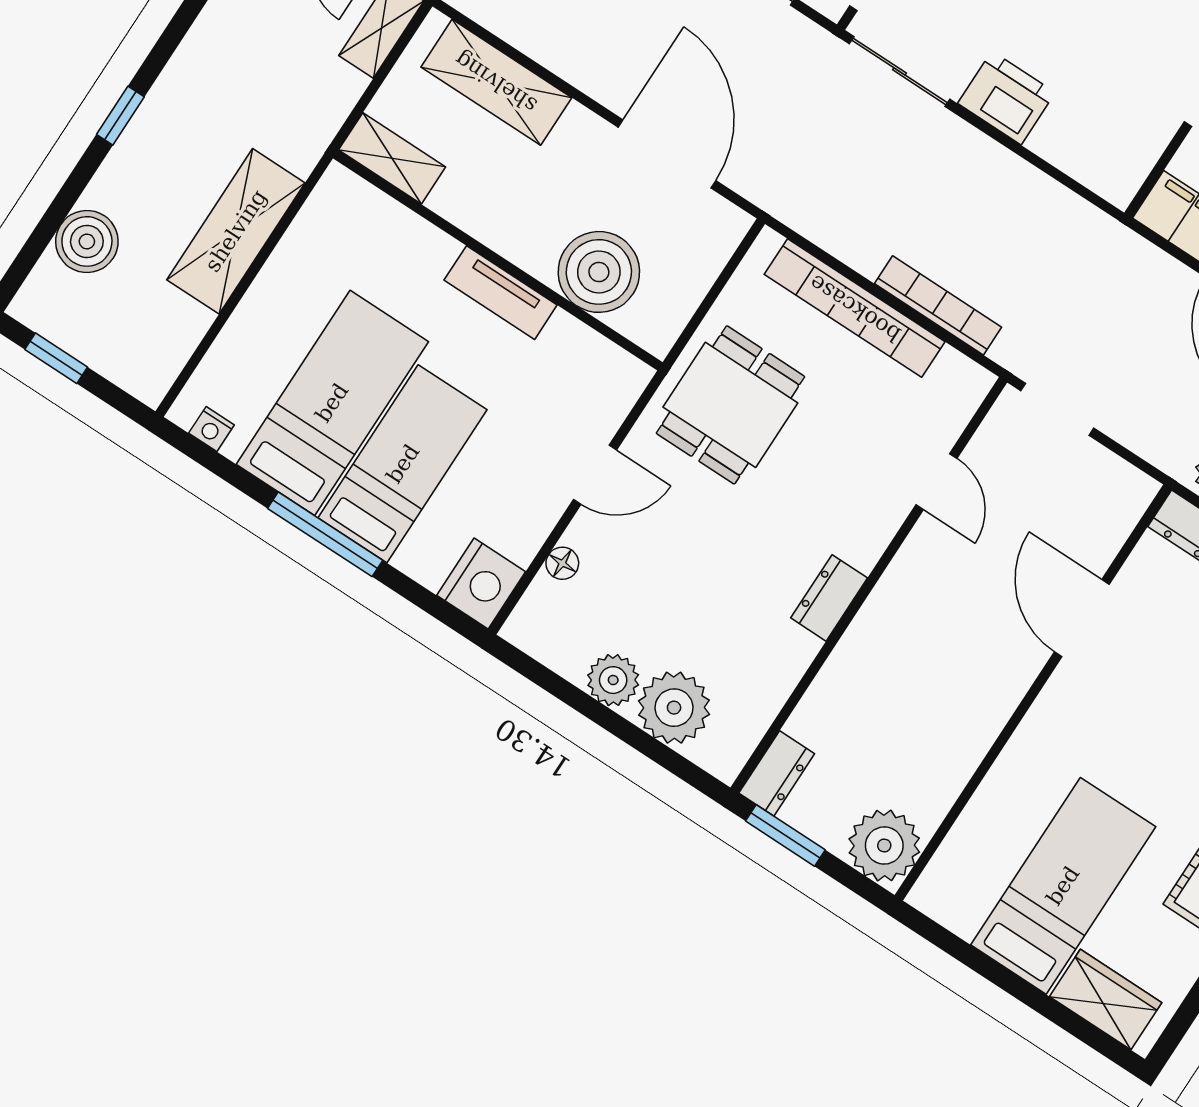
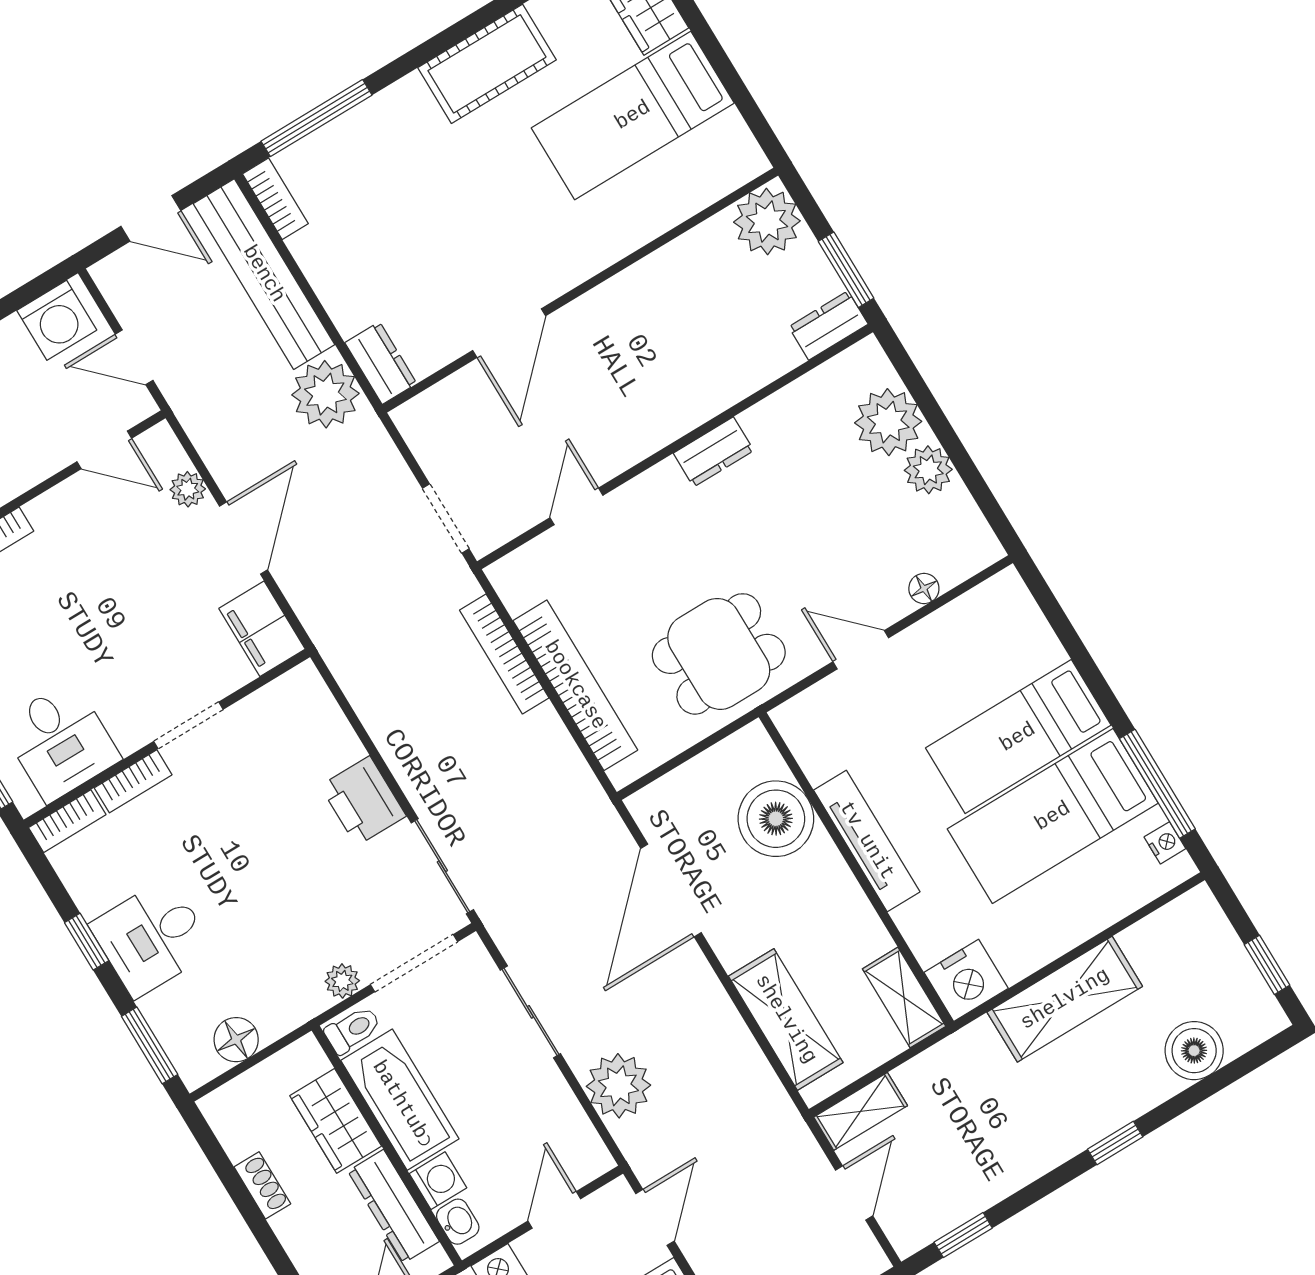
tv unit: (501, 293) -> (867, 841), width x1.41
window: (325, 534) -> (1157, 784), moved
nightstand: (481, 584) -> (966, 980), moved, turned 180

